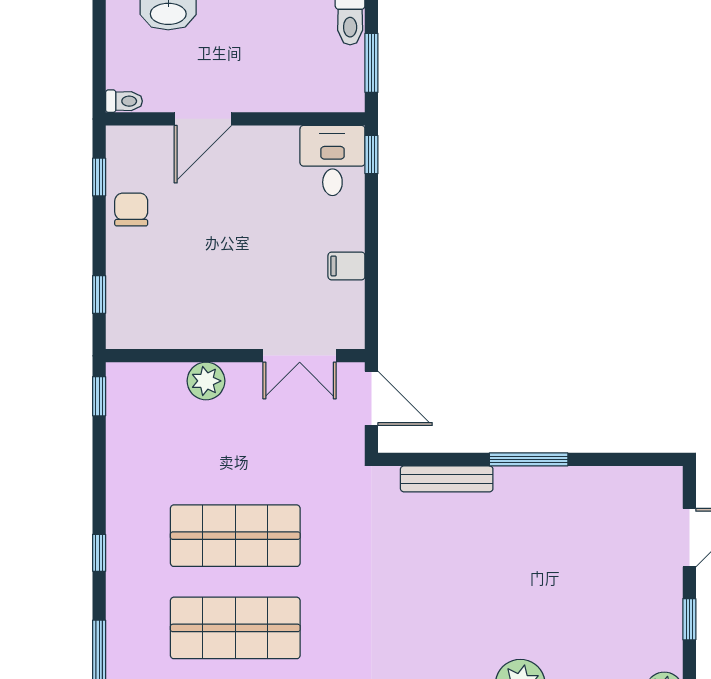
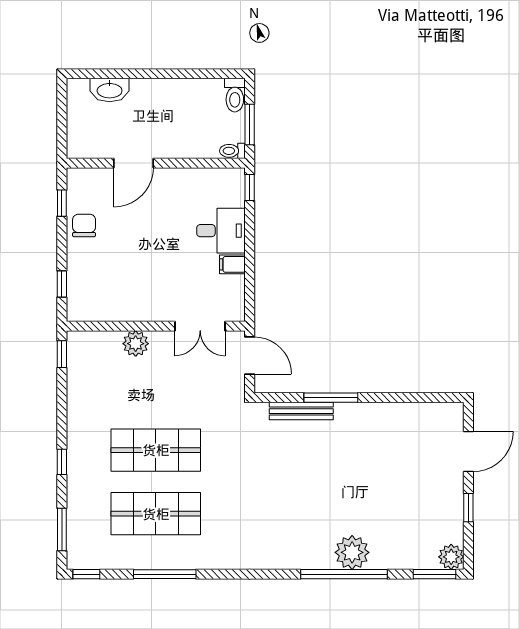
toilet: (124, 101) -> (232, 151), moved, turned 180
desk: (332, 160) -> (221, 231), moved, turned 90
window: (529, 459) -> (331, 398), moved

